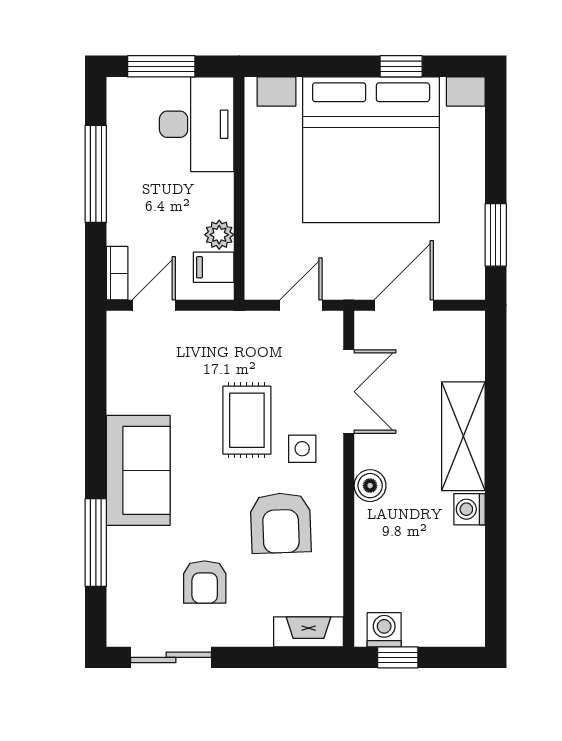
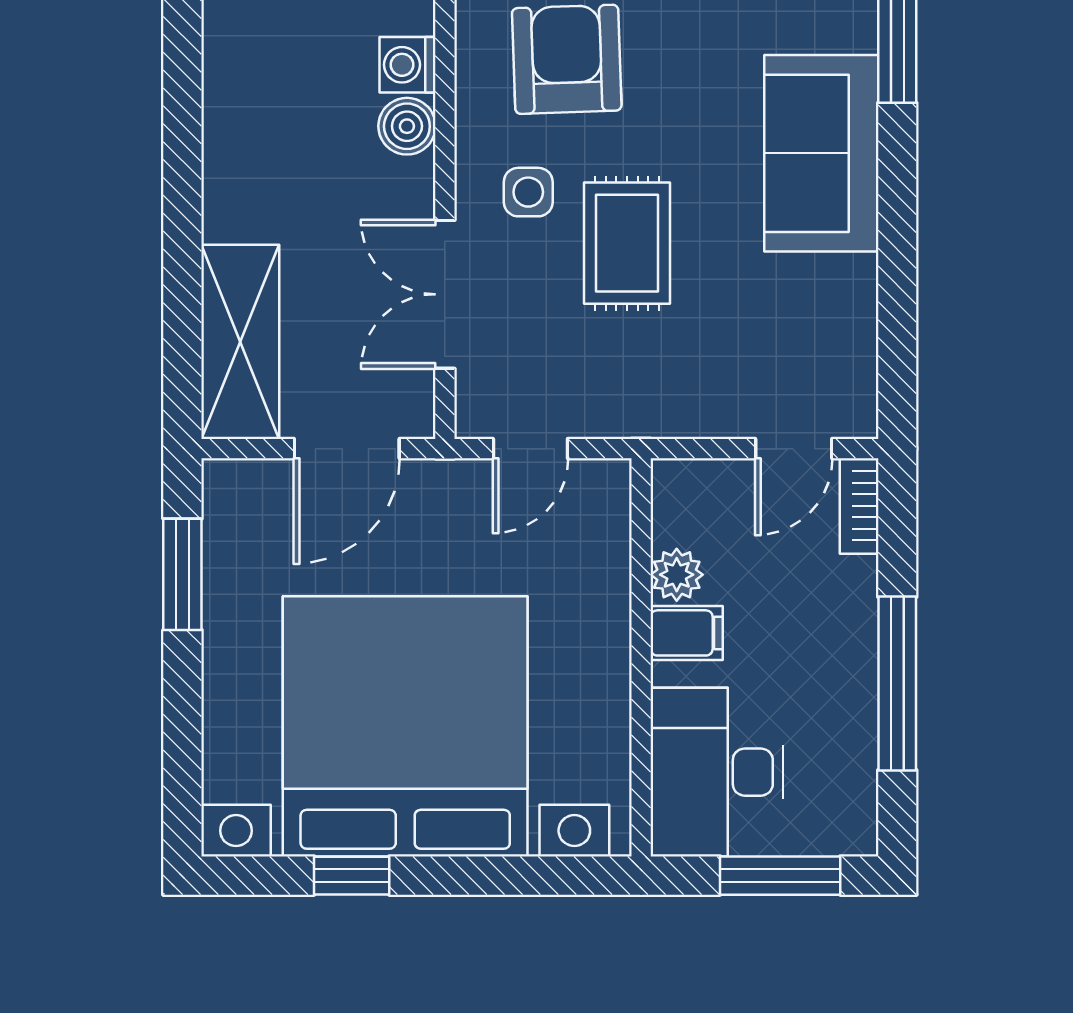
filing cabinet: (214, 267) -> (687, 633), moved
shelving: (463, 436) -> (240, 342), moved
washing machine: (469, 509) -> (408, 65), moved, turned 180

